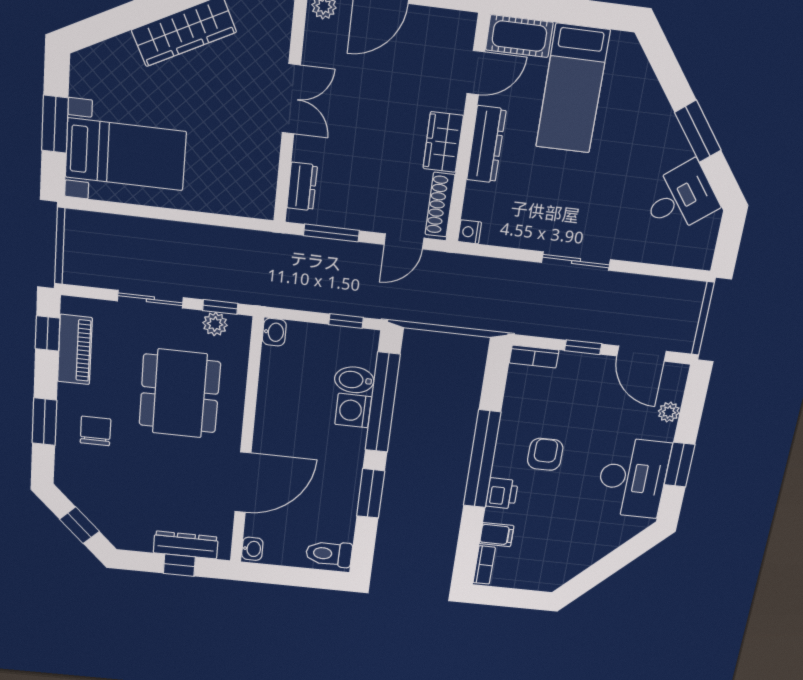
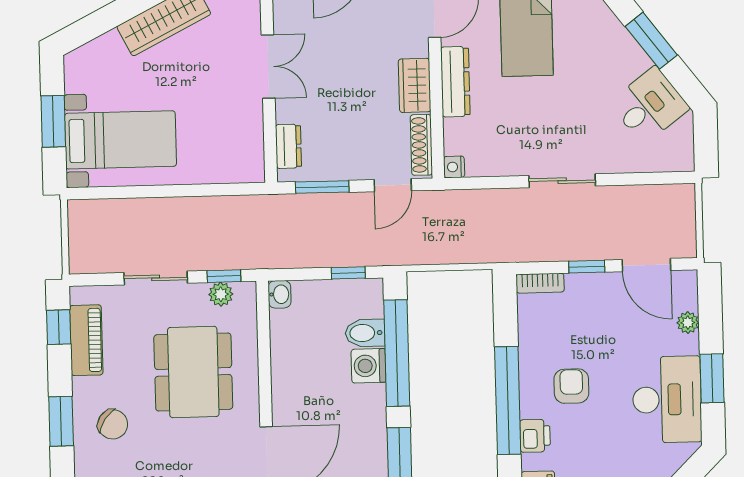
chair: (95, 431) -> (113, 424), turned 125

